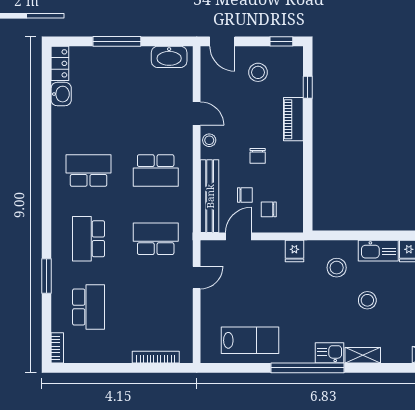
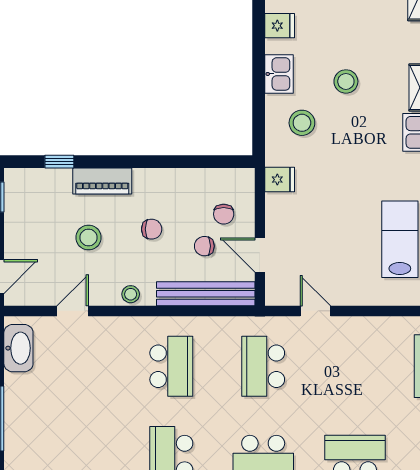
stool: (258, 72) -> (89, 237), moved
door: (197, 113) -> (73, 311), moved
chair: (245, 195) -> (204, 246), turned -90
kitchen sink: (378, 251) -> (279, 74), width x0.73

